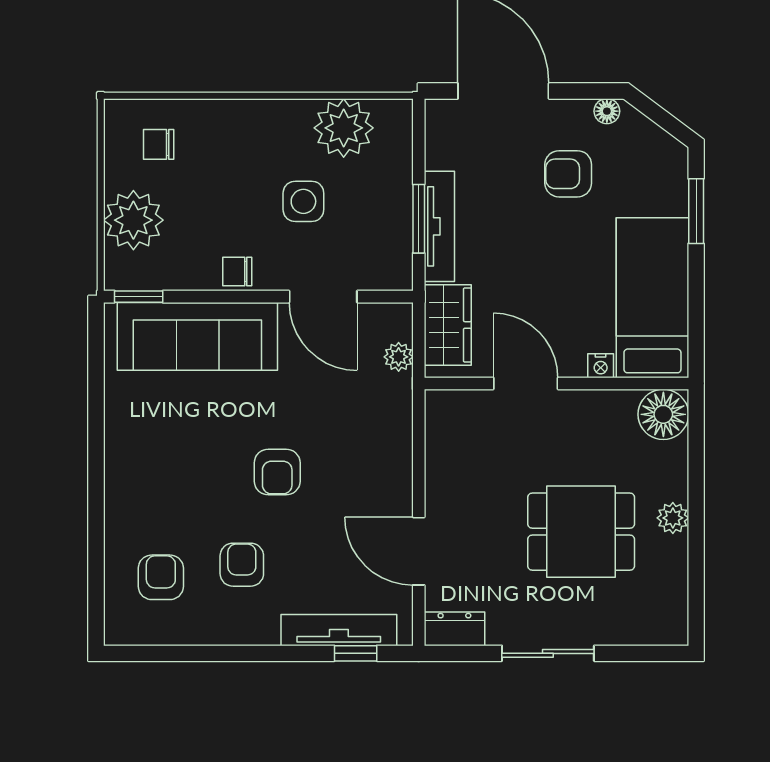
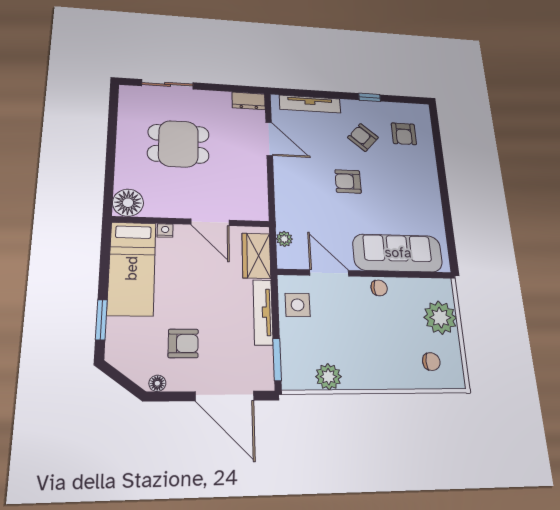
plant: (344, 128) -> (328, 377), width x0.73, depth x0.73
side table: (303, 201) -> (298, 305), moved
window: (419, 219) -> (277, 359), moved
window: (139, 297) -> (432, 275), removed
armchair: (277, 472) -> (348, 181), turned -90
plant: (673, 518) -> (125, 148), removed
armchair: (242, 565) -> (363, 137), turned 131
window: (356, 653) -> (370, 97), moved
sliding door: (548, 653) -> (168, 84), moved

